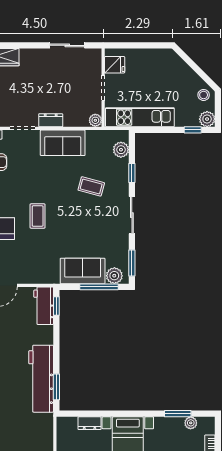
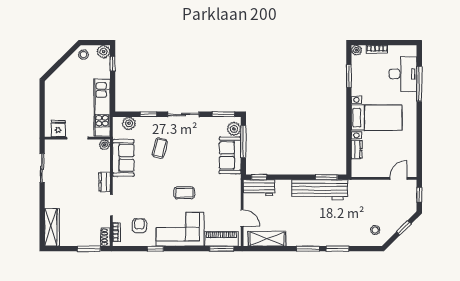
sofa: (63, 143) -> (123, 158), moved
plant: (191, 423) -> (357, 50), moved

